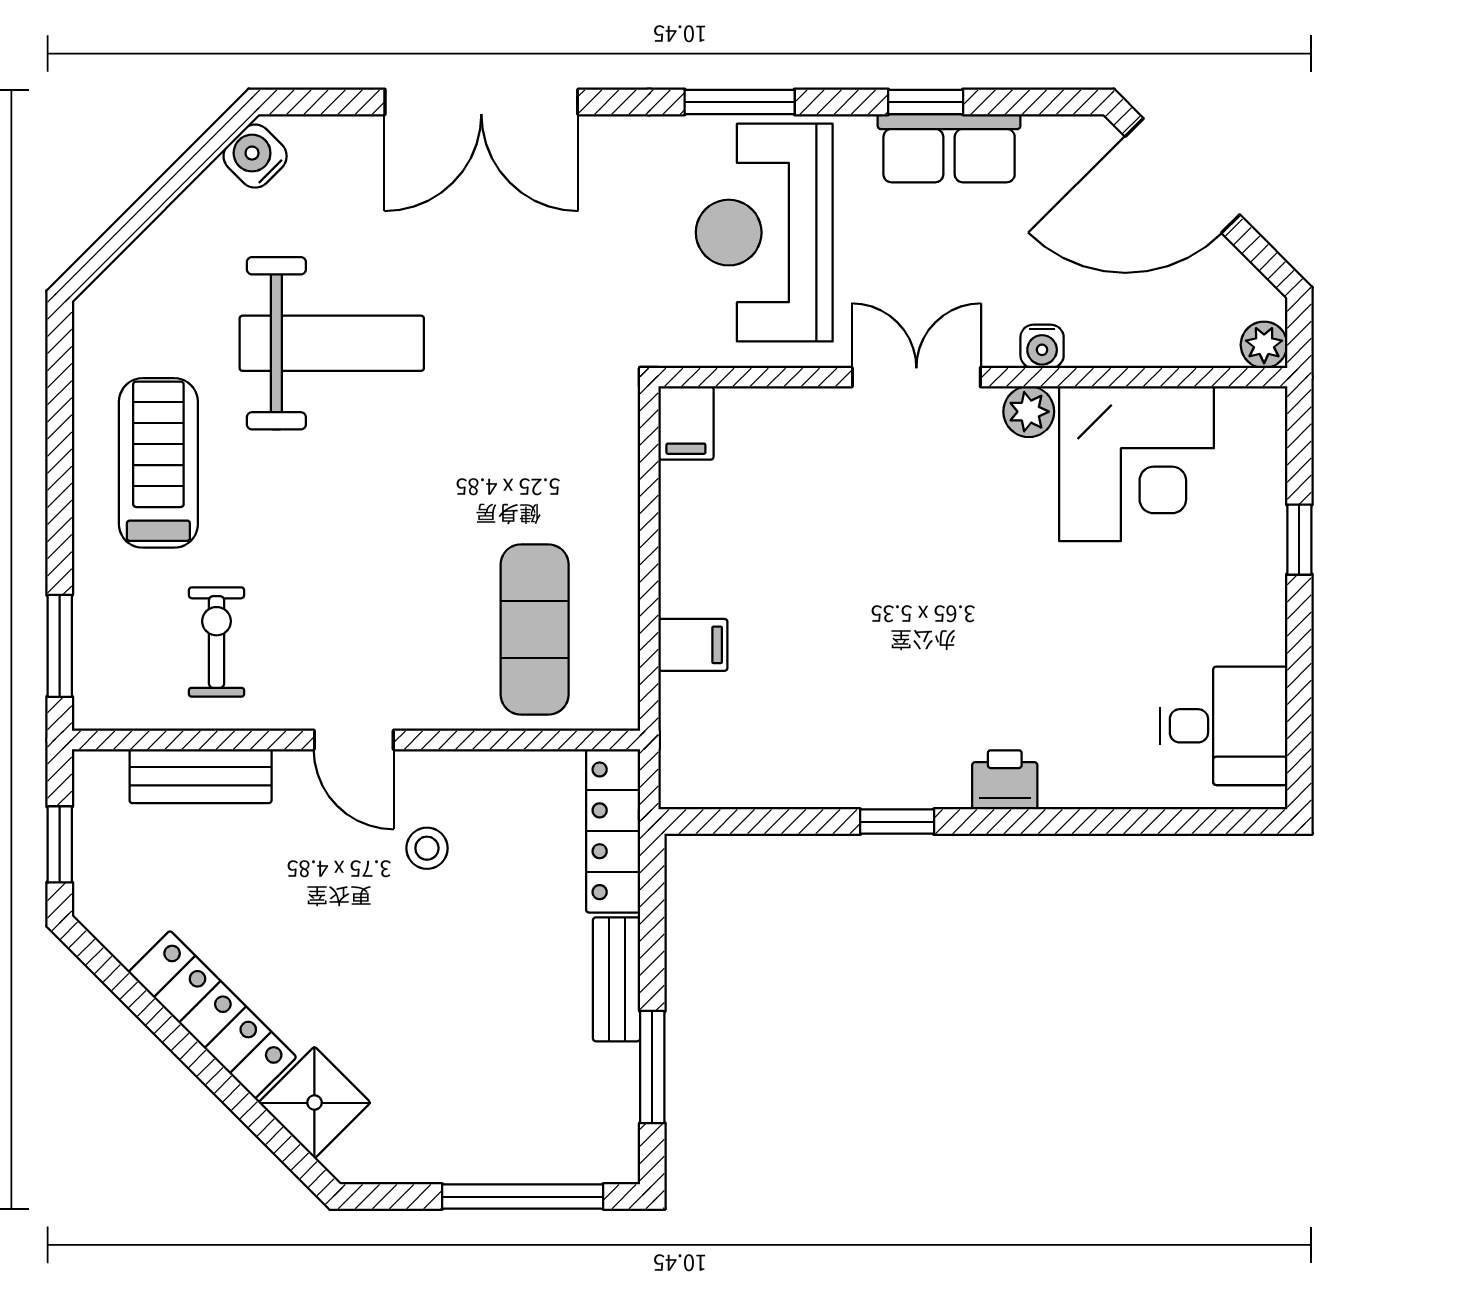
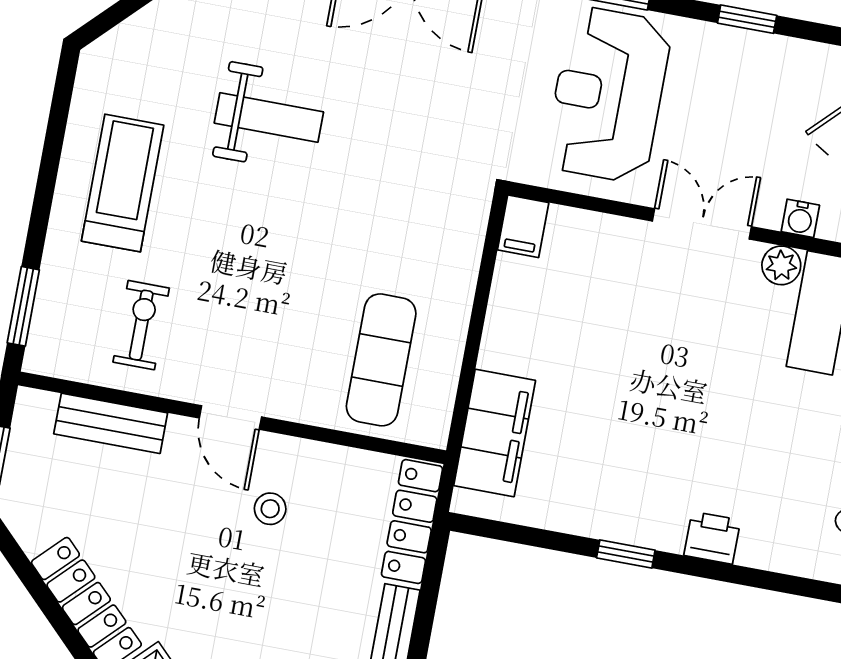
row of seats: (949, 148) -> (758, 57), removed
weight bench: (332, 343) -> (269, 117), width x0.73, depth x0.75
filing cabinet: (693, 645) -> (495, 433), width x3.00, depth x1.17

